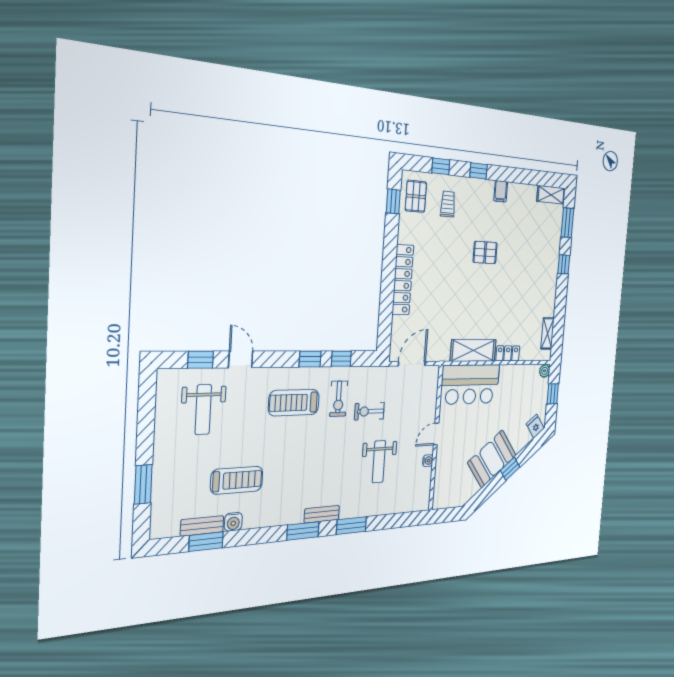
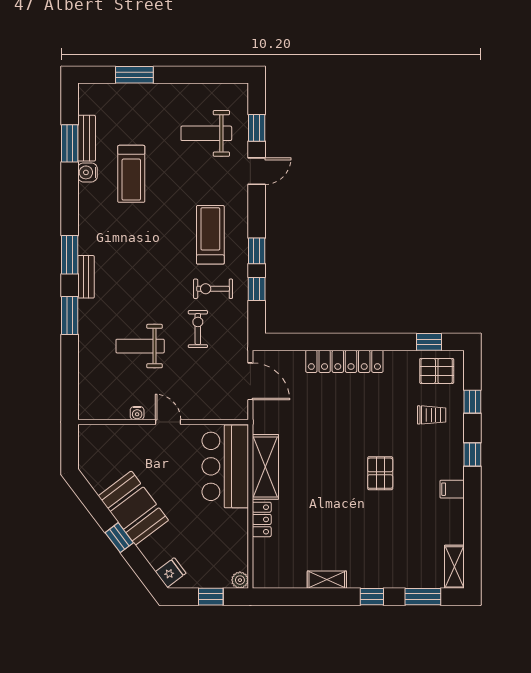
shelving: (548, 333) -> (327, 580), moved

